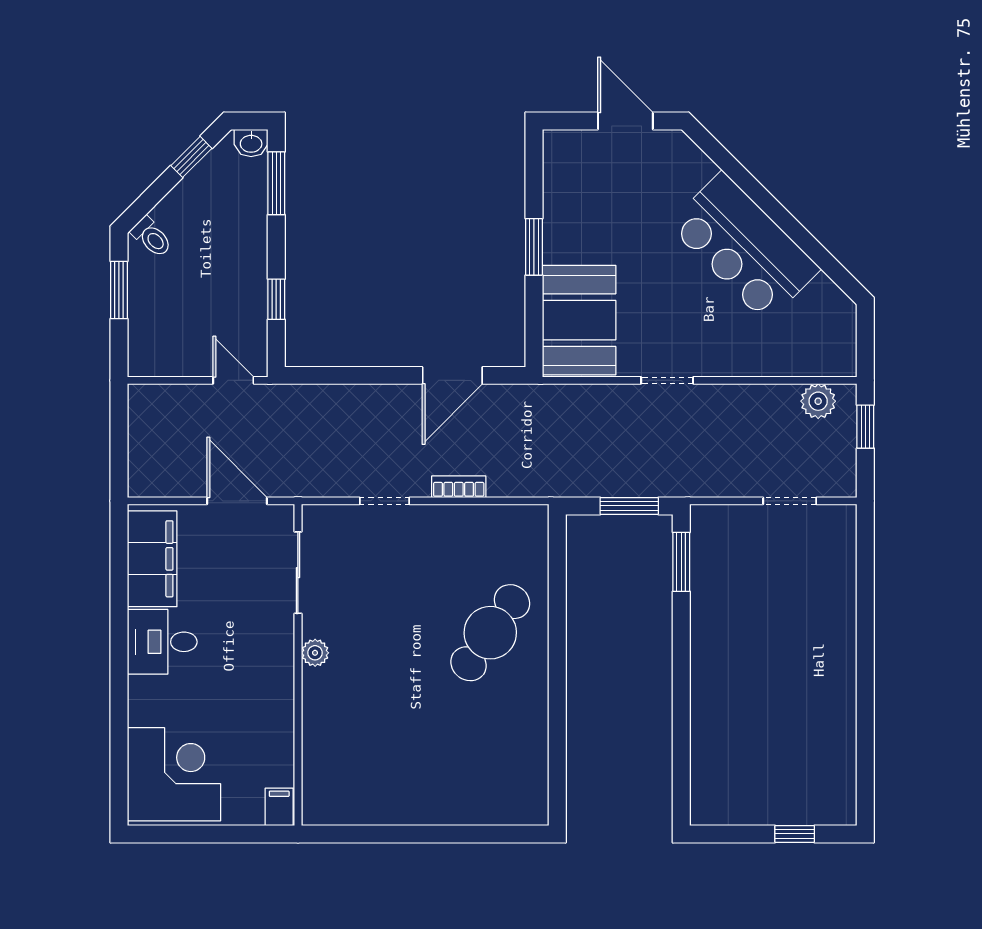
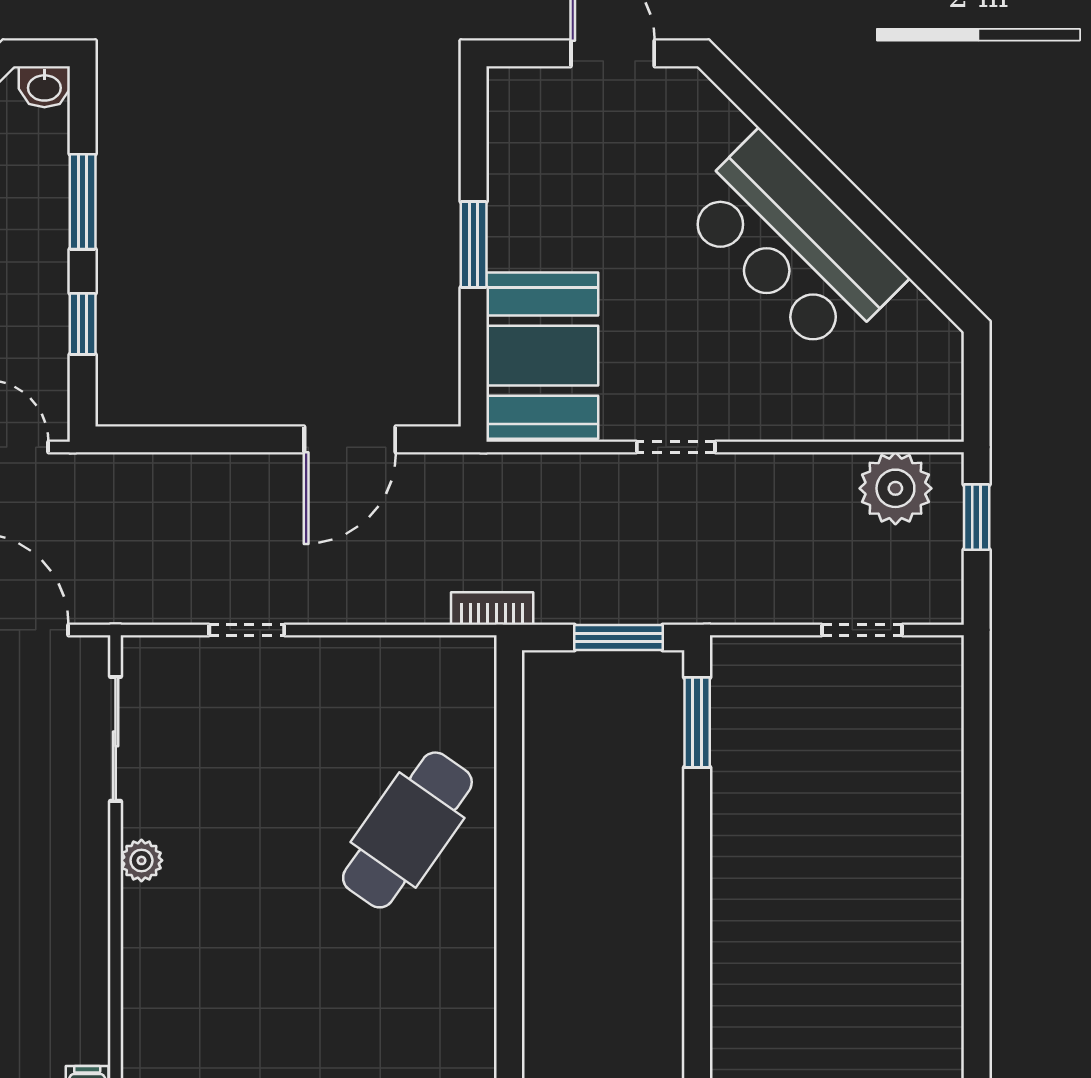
window: (276, 183) -> (83, 202), moved
plant: (818, 401) -> (895, 488), width x1.36, depth x1.36
bookcase: (459, 487) -> (492, 608), moved

